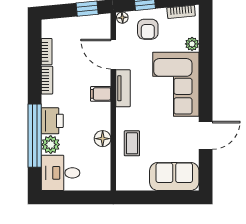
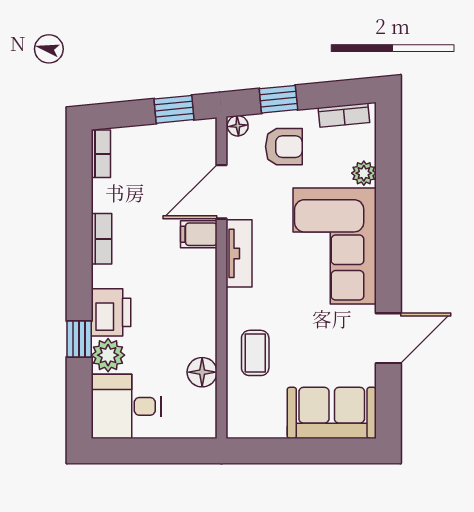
armchair: (148, 29) -> (284, 147), turned -90
bookcase: (47, 52) -> (101, 154), moved
door: (113, 54) -> (221, 192), hinge flipped
filing cabinet: (101, 94) -> (199, 234), moved
window: (35, 136) -> (79, 339), width x0.32
floor lamp: (103, 139) -> (202, 372), moved

